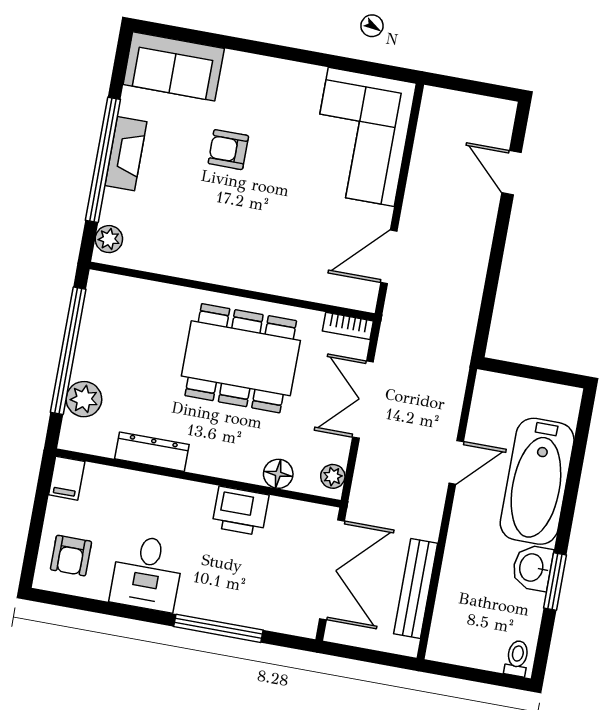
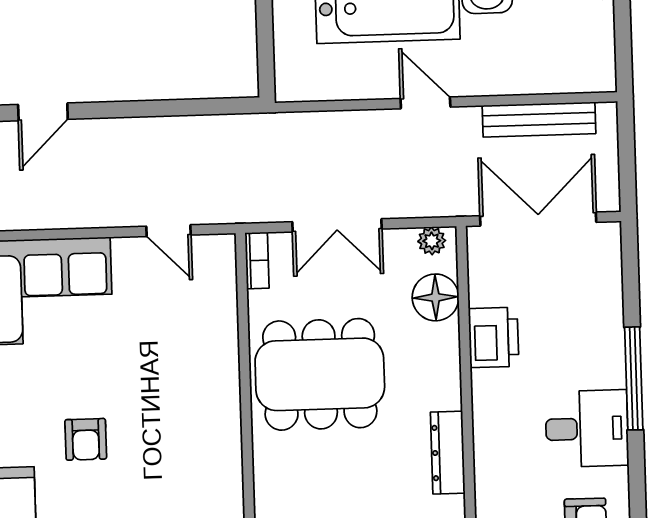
door: (389, 257) -> (169, 231), width x0.73
dining table: (241, 358) -> (320, 374), turned 90
door: (456, 462) -> (425, 103), moved
floor lamp: (278, 474) -> (436, 297), width x1.38, depth x1.38
window: (218, 628) -> (634, 378), moved

